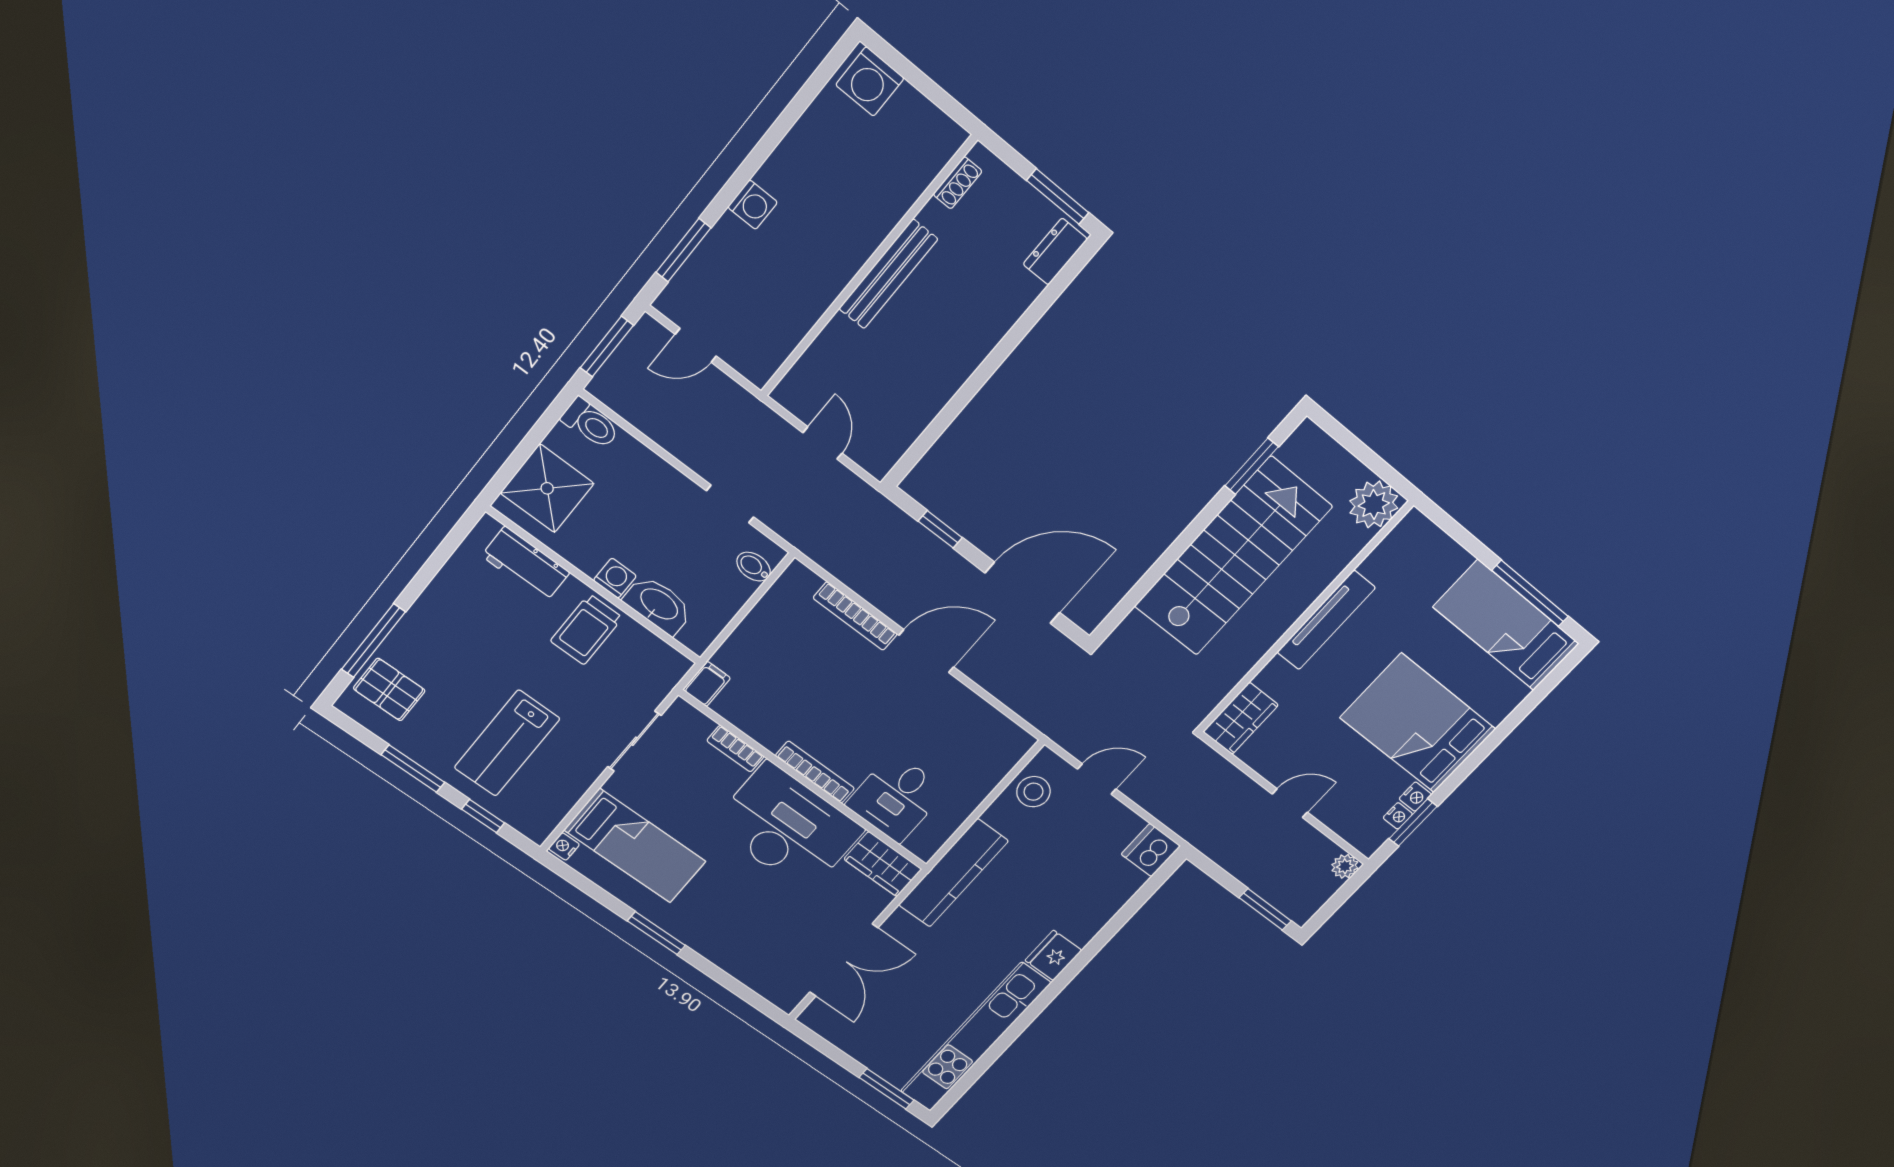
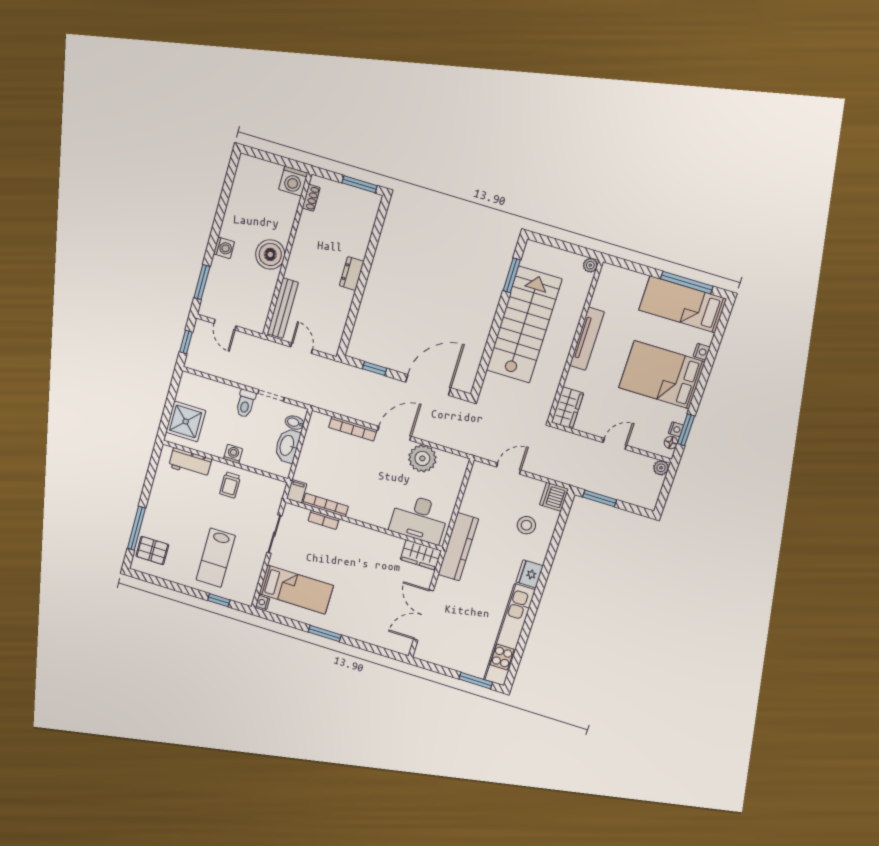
washing machine: (870, 82) -> (293, 181), moved
dresser: (1055, 252) -> (352, 274), moved
boiler: (836, 253) -> (270, 254), added
bench: (888, 274) -> (283, 308), moved
door: (696, 345) -> (225, 325), hinge flipped
window: (607, 347) -> (186, 342), width x0.67
toilet: (590, 423) -> (245, 403), moved, turned 90
plant: (1374, 504) -> (590, 265), width x0.53, depth x0.53
washbasin: (658, 605) -> (287, 446), moved, turned -90
trolley: (586, 629) -> (230, 485), width x0.73, depth x0.72
plant: (957, 710) -> (422, 458), added
window: (413, 769) -> (178, 587), removed
bookcase: (815, 772) -> (325, 505), moved
stool: (1033, 792) -> (526, 525), moved
nightstand: (1415, 797) -> (702, 352), moved
desk: (896, 798) -> (419, 519), width x1.37
desk: (787, 828) -> (366, 553), removed
floor lamp: (1380, 833) -> (671, 443), added
window: (1265, 909) -> (600, 498), moved
double door: (844, 960) -> (423, 615), swing flipped

